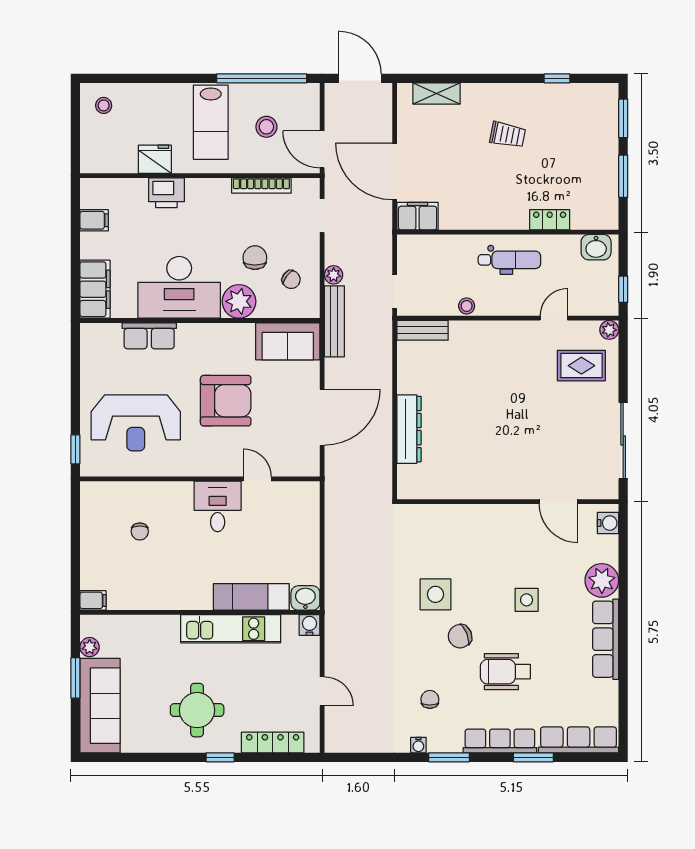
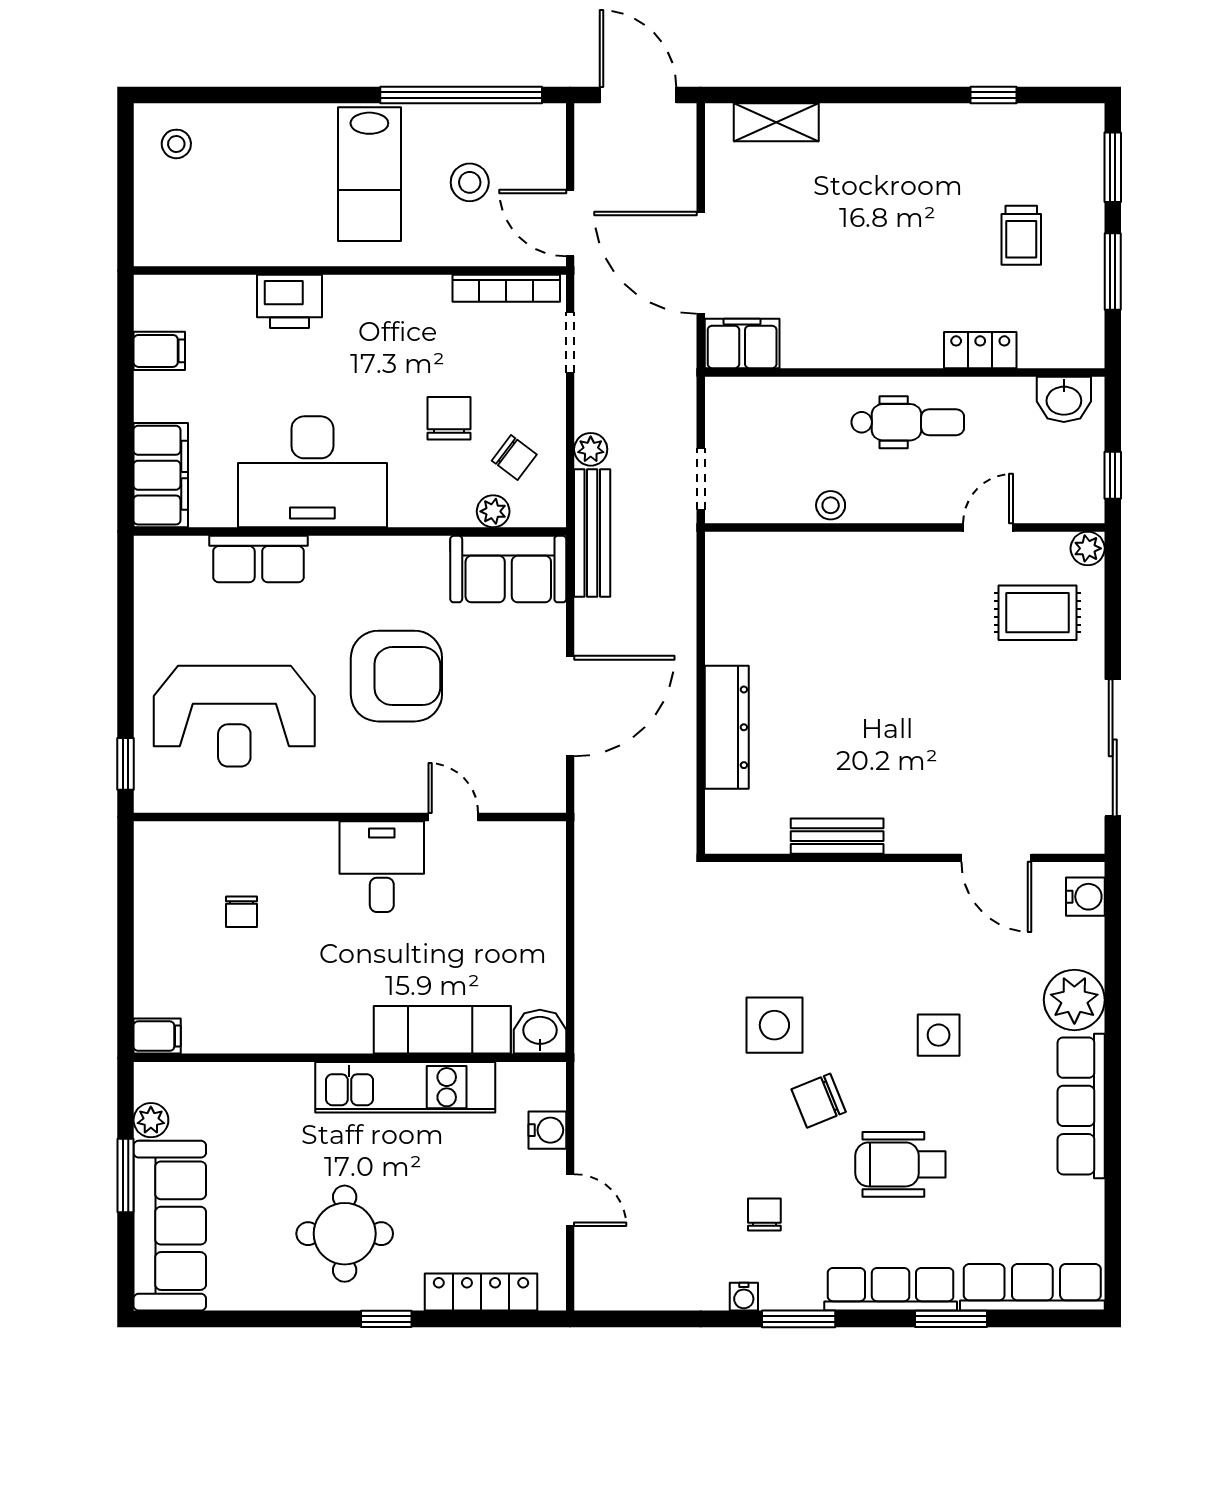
trolley: (508, 135) -> (1021, 235), moved, turned 79
fridge: (155, 159) -> (269, 241), removed
bookcase: (261, 186) -> (506, 288), moved
plant: (239, 301) -> (493, 511), moved, width x0.53, depth x0.53
bench: (423, 330) -> (837, 836), moved
water cooler: (310, 625) -> (547, 1130), moved, turned 90

